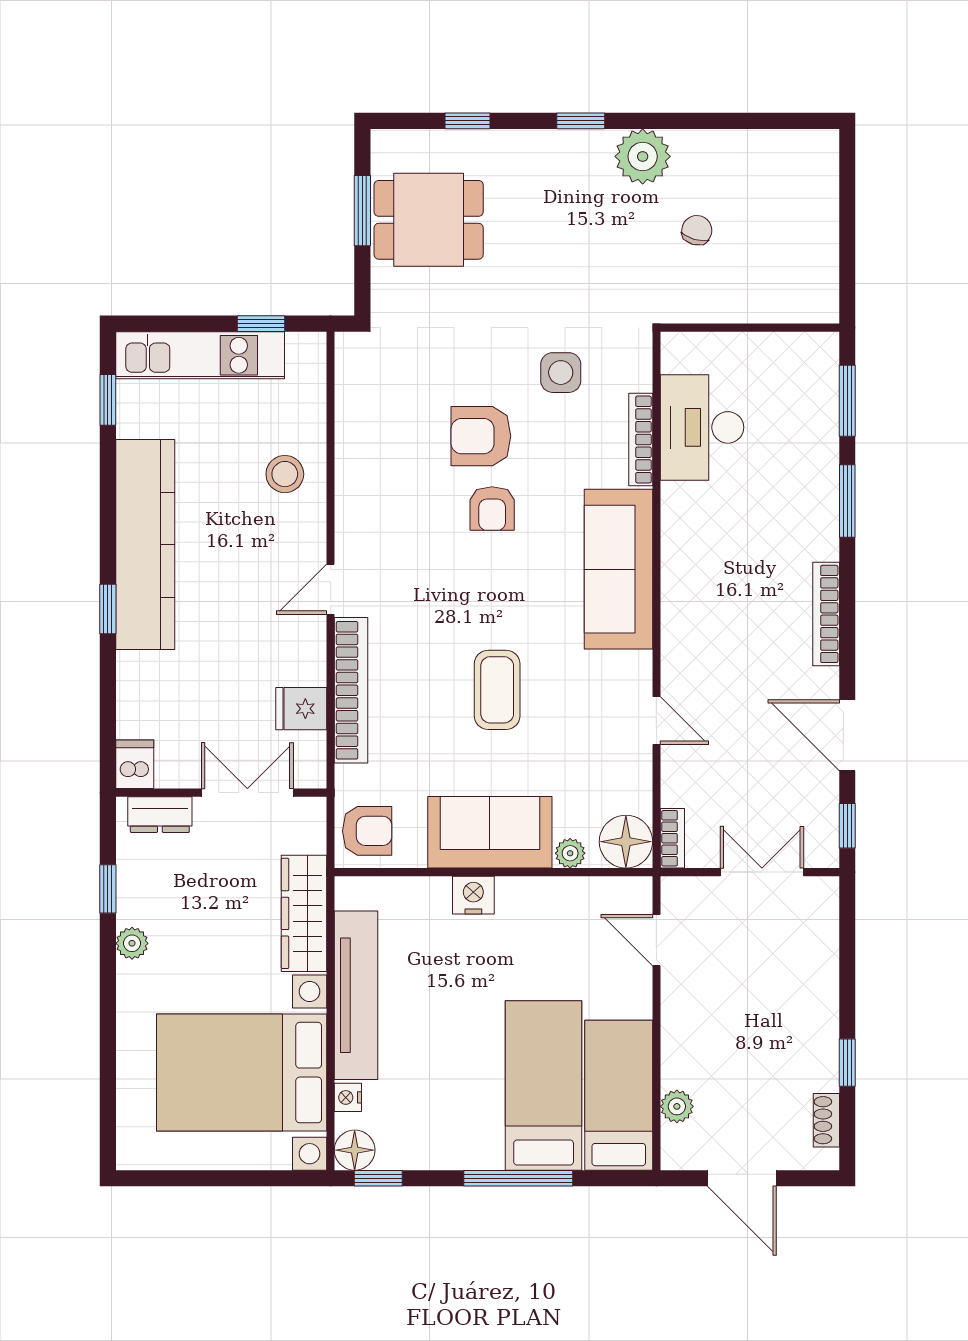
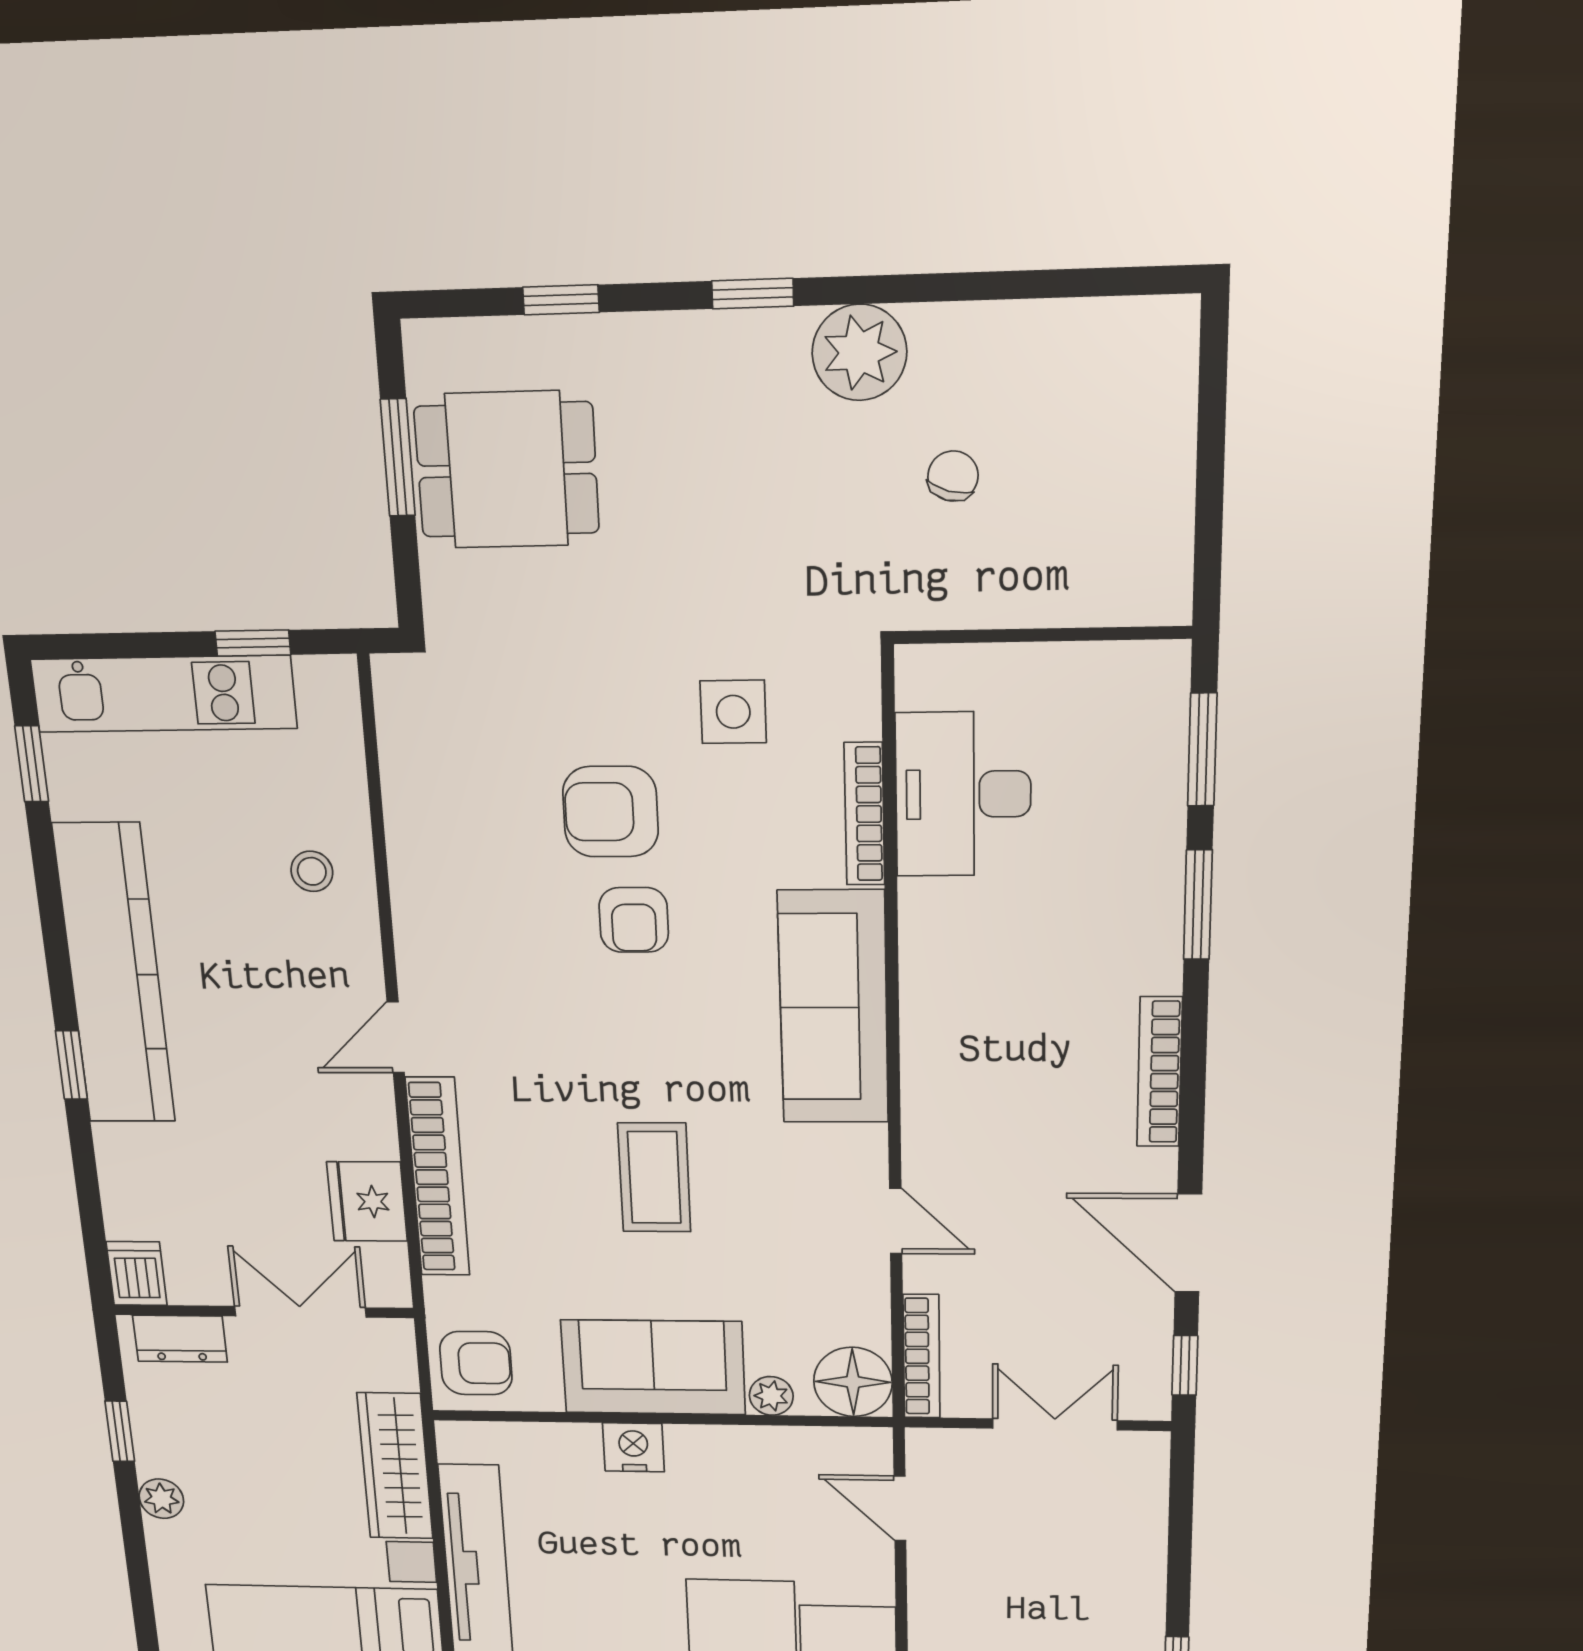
stool: (285, 474) -> (312, 871), width x0.73, depth x0.73
fridge: (301, 709) -> (367, 1202), width x1.38
bookcase: (672, 838) -> (921, 1356), width x1.56

